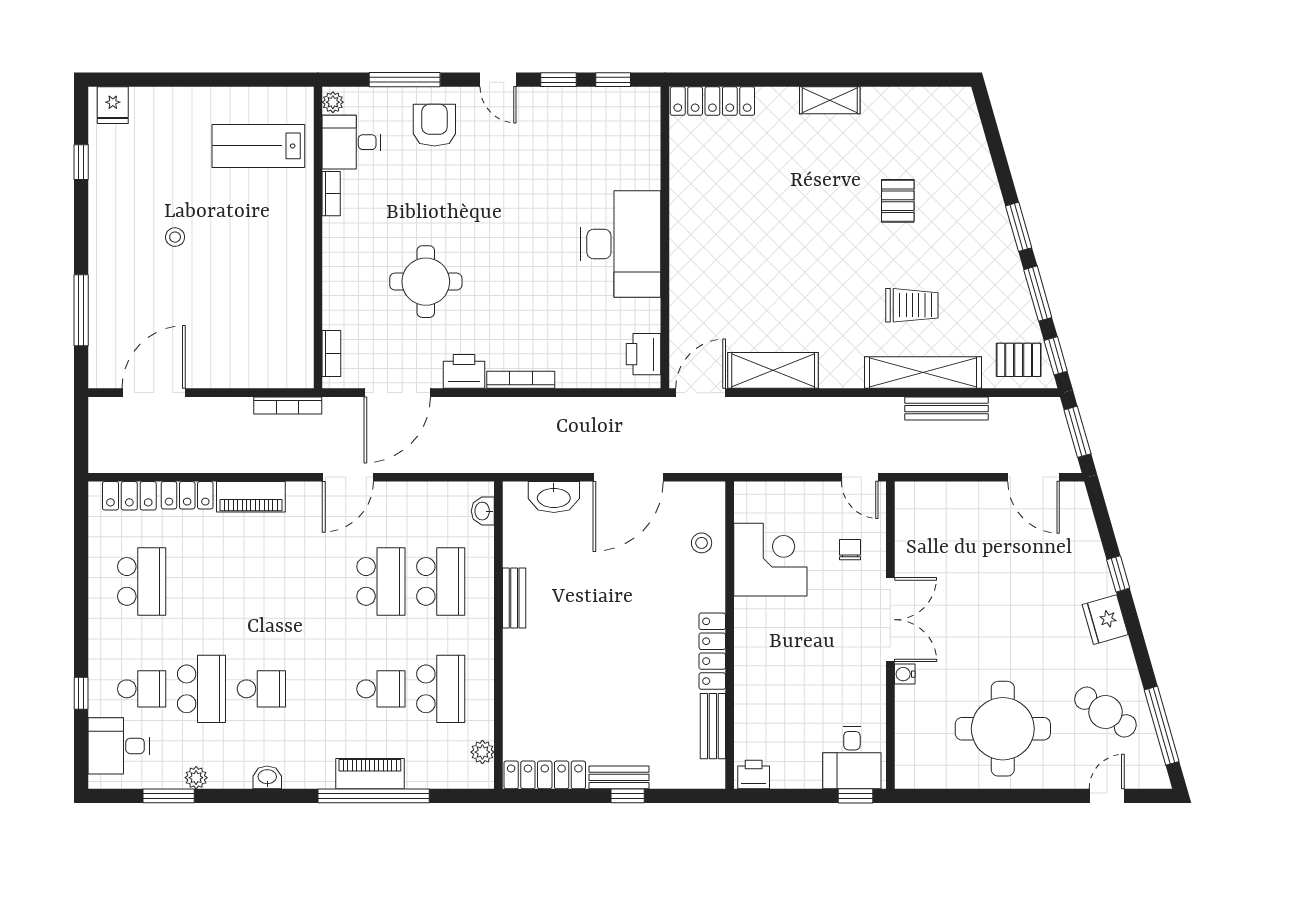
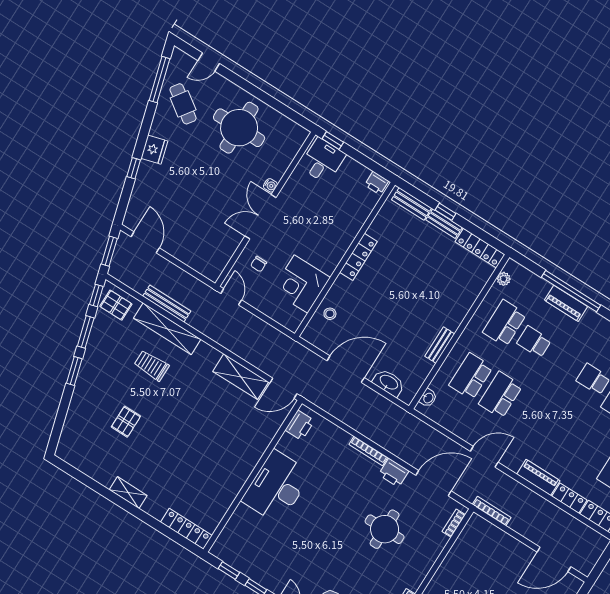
bench: (713, 726) -> (412, 204), moved, turned 90

